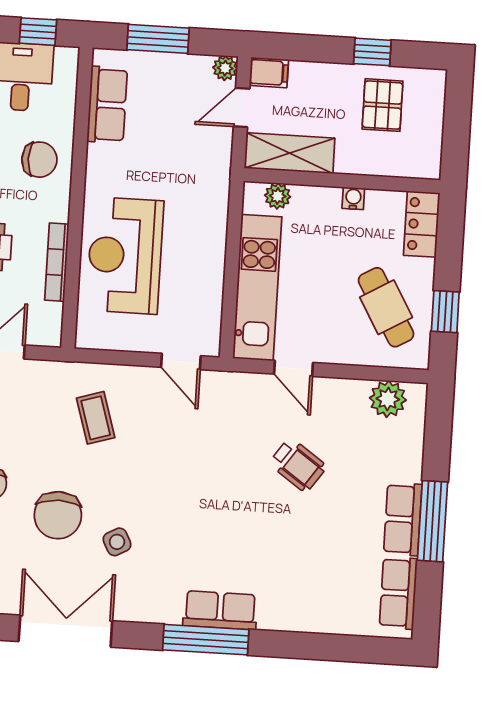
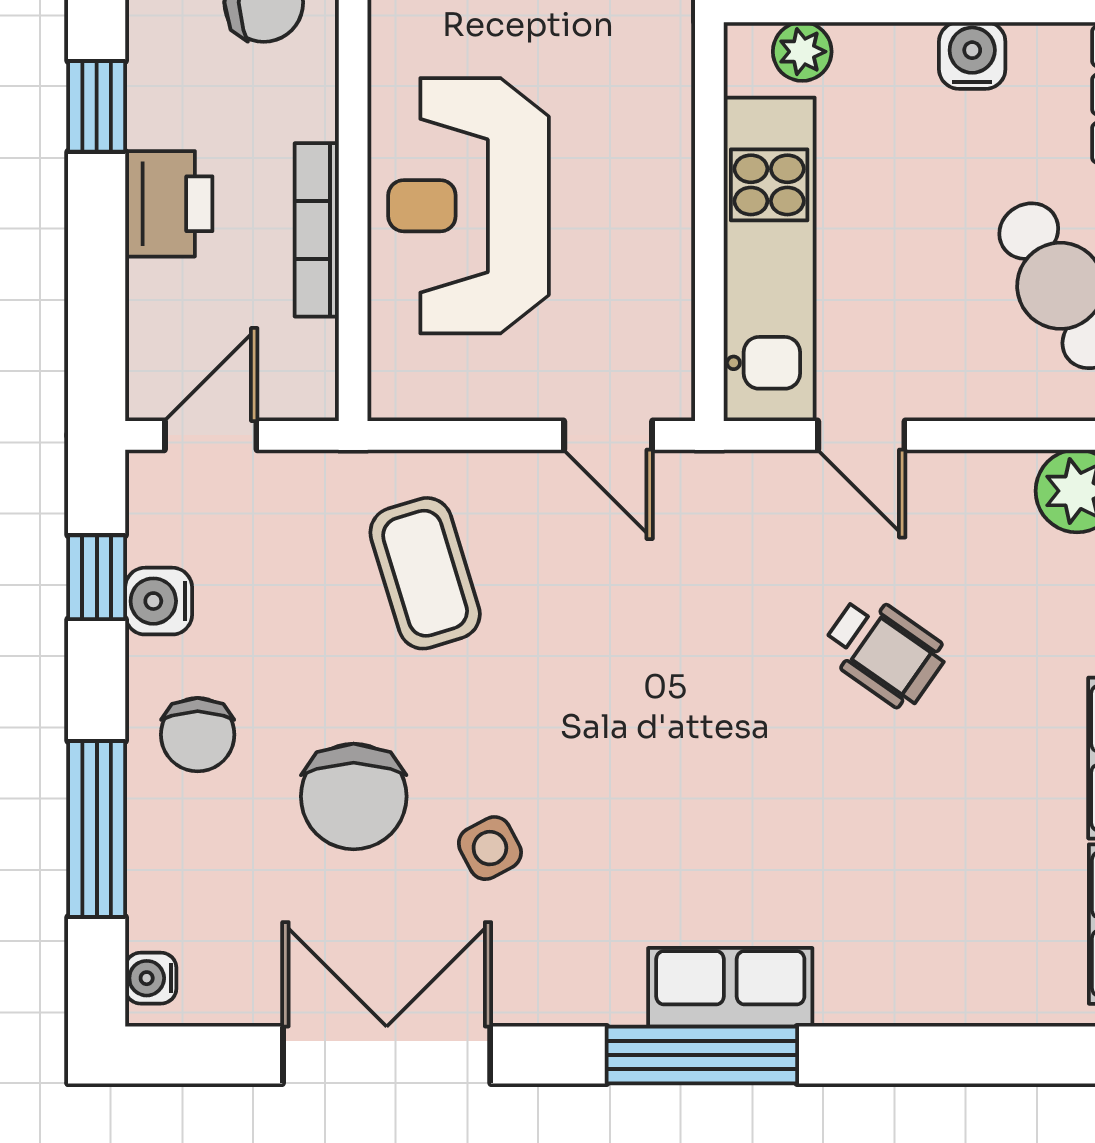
water cooler: (353, 198) -> (972, 55), width x1.38, depth x1.38
coffee table: (96, 418) -> (425, 573), width x1.36, depth x1.30

